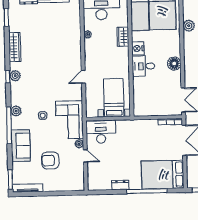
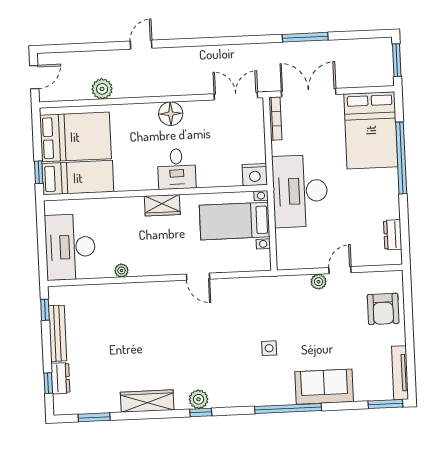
wardrobe: (123, 37) -> (162, 205), moved
nightstand: (138, 48) -> (255, 175), moved
plant: (16, 111) -> (262, 396), removed
corner sofa: (69, 120) -> (276, 300), removed
desk: (101, 132) -> (300, 191), moved, width x1.36, depth x1.30
armchair: (50, 160) -> (383, 309), moved
dresser: (120, 185) -> (393, 235), moved

